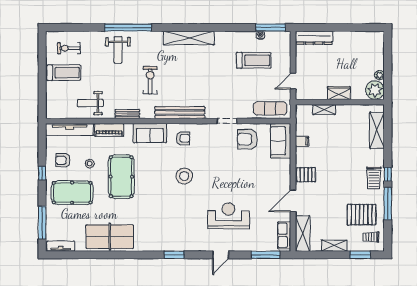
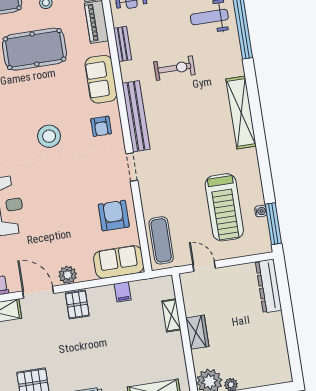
treadmill: (254, 60) -> (224, 207), width x1.37, depth x1.38
doorway: (227, 121) -> (132, 167), moved
plant: (284, 178) -> (68, 275), added

